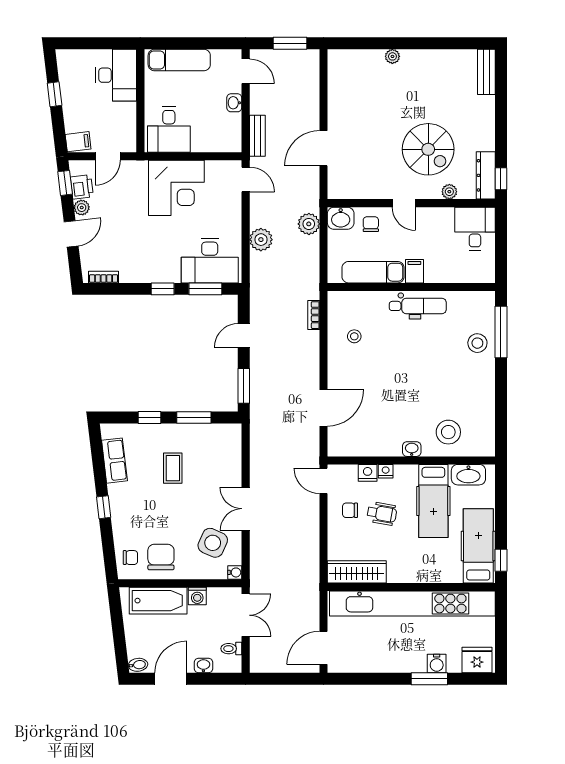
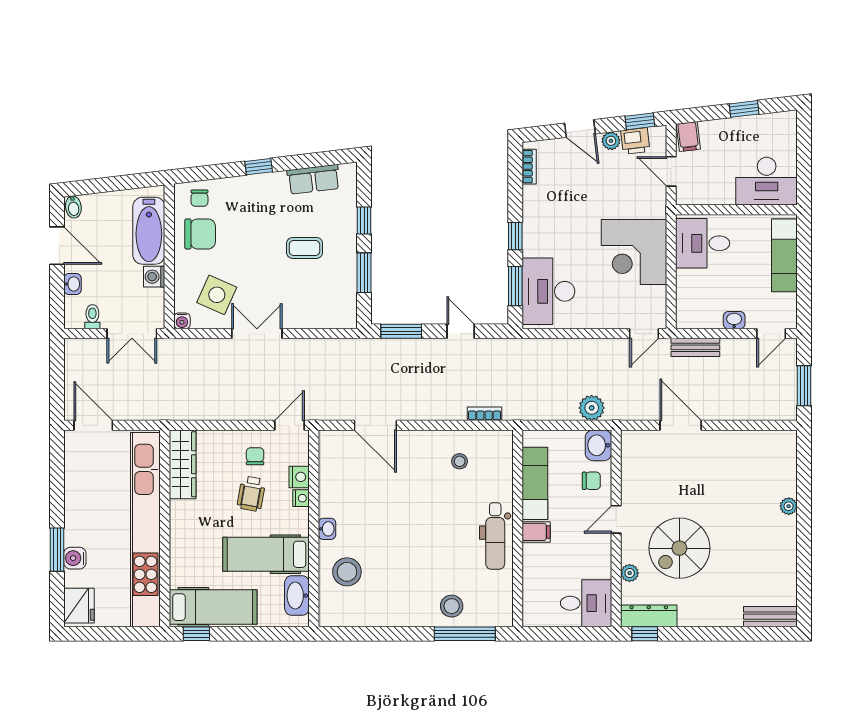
plant: (261, 240) -> (573, 352), removed

